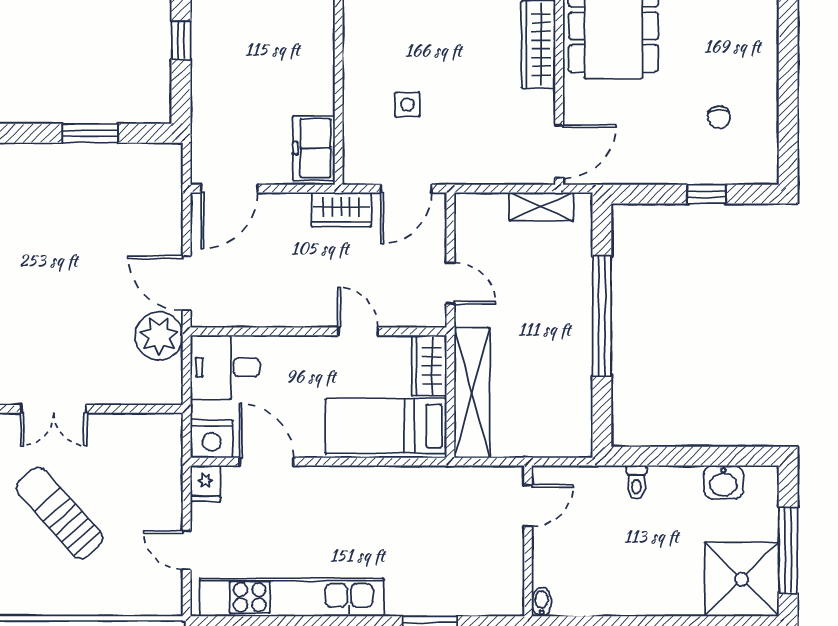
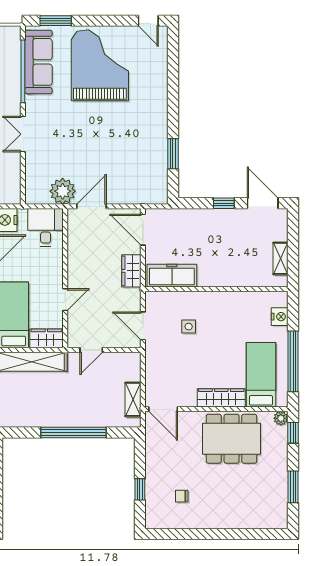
freezer: (314, 148) -> (172, 276), width x1.40
wardrobe: (341, 210) -> (131, 271), moved

